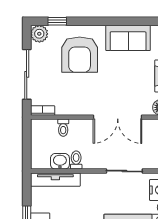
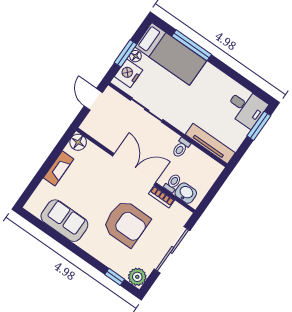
armchair: (80, 55) -> (126, 223), moved, turned 90
bookcase: (43, 110) -> (162, 197), moved
double door: (118, 117) -> (134, 169), moved
washbasin: (60, 161) -> (186, 193), moved, turned 180

